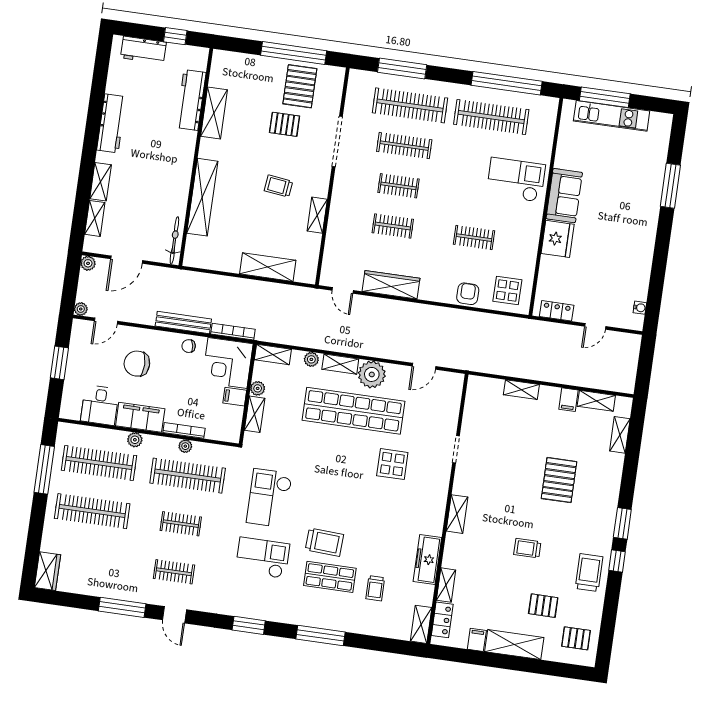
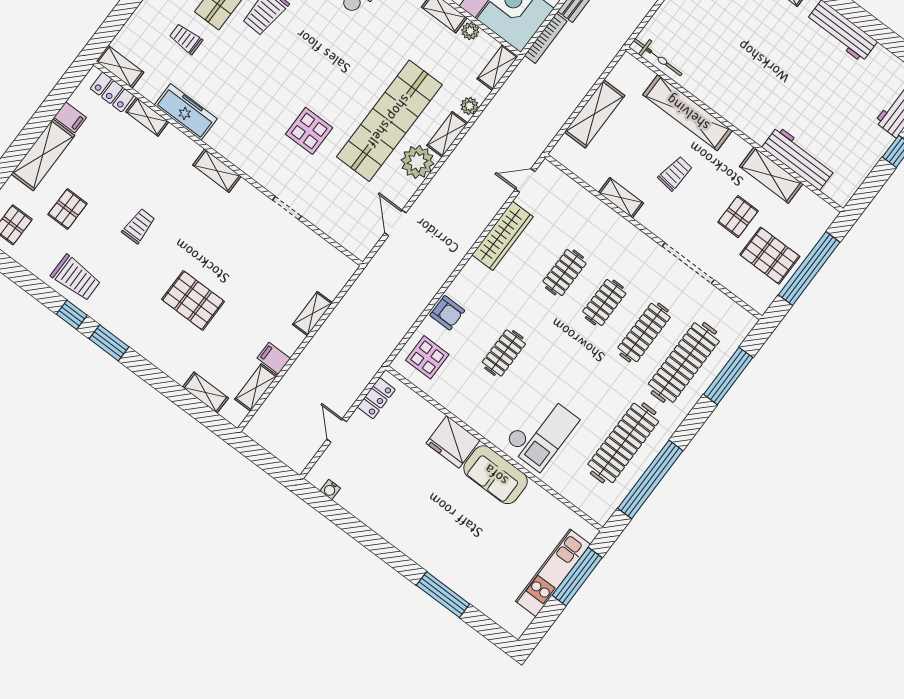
workbench: (191, 100) -> (799, 158), moved
shelving: (214, 113) -> (771, 175), moved
wall: (196, 157) -> (735, 130), moved
shelving: (202, 197) -> (688, 113), moved
bicycle: (174, 240) -> (658, 57), moved

